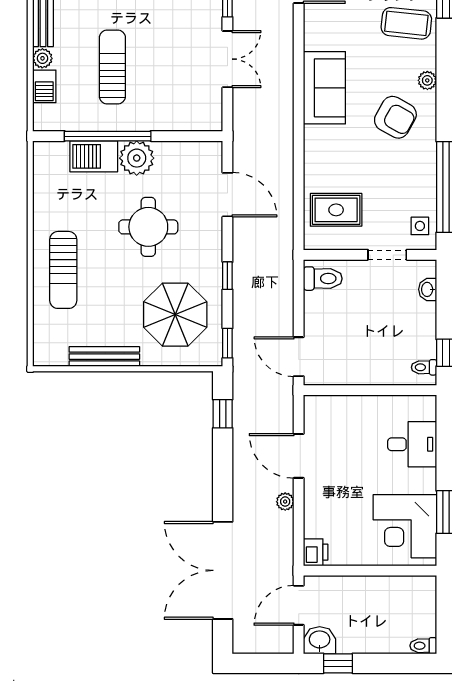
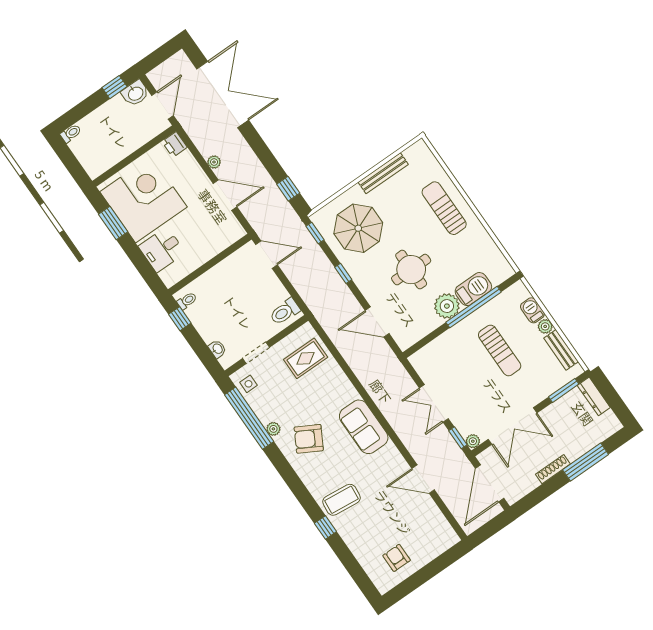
plant: (427, 80) -> (273, 429), moved
corner desk: (405, 526) -> (143, 199), width x1.36, depth x1.36

